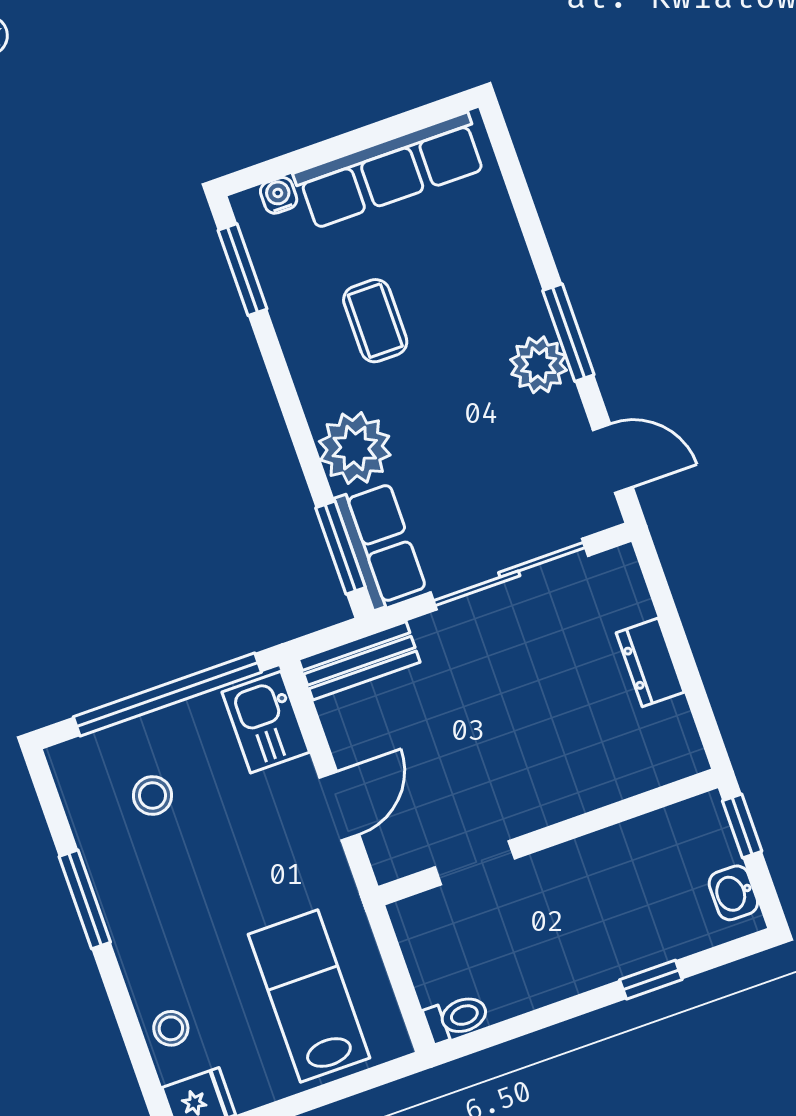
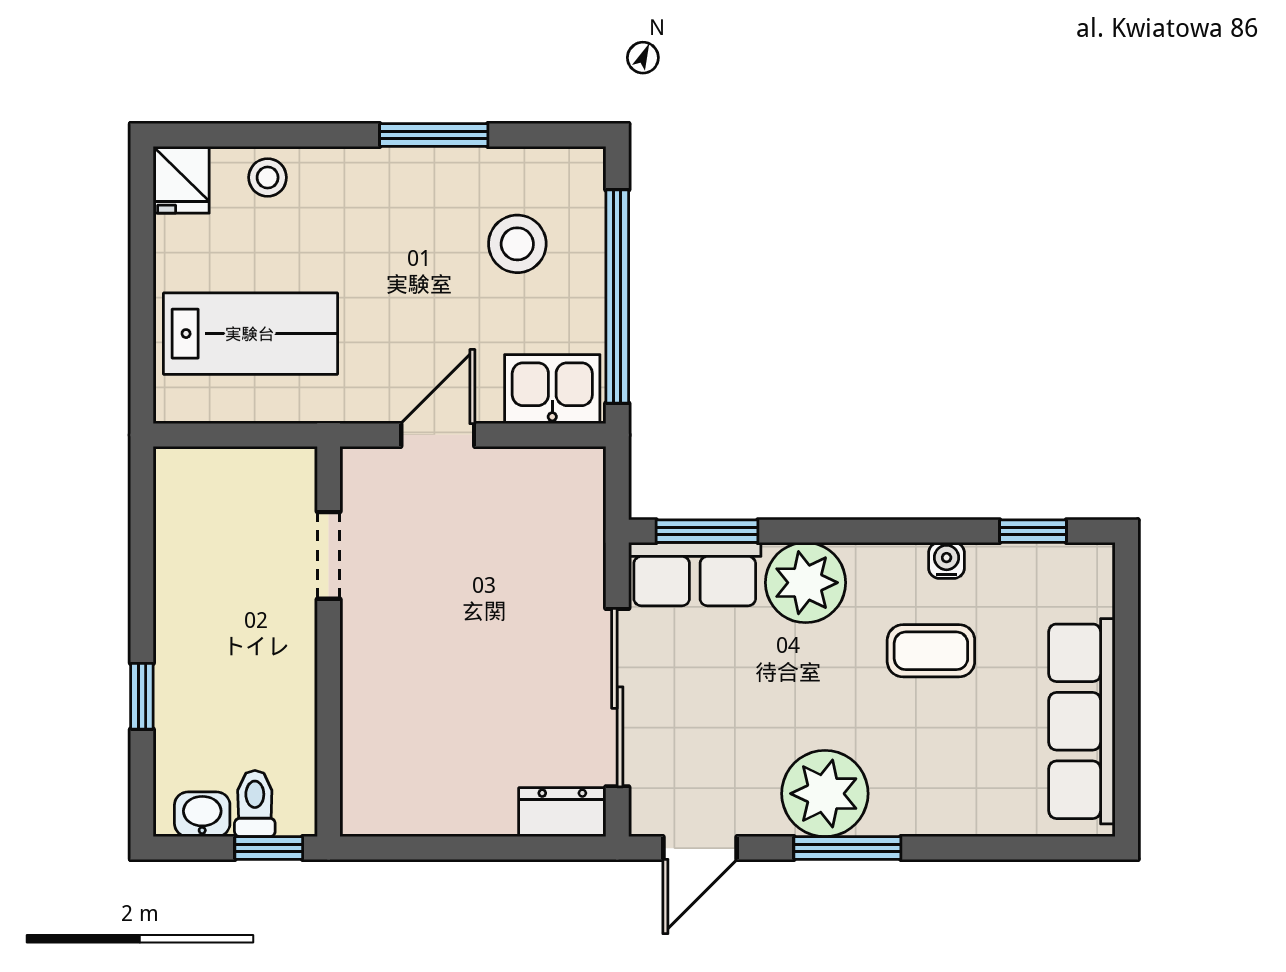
water cooler: (279, 195) -> (947, 560), moved, turned -90
window: (243, 270) -> (1033, 531), width x0.67
plant: (539, 365) -> (825, 794), width x1.36, depth x1.36
bench: (359, 661) -> (582, 509), removed
dresser: (650, 662) -> (562, 812), moved
stool: (152, 796) -> (517, 244), width x1.37, depth x1.37
door: (339, 806) -> (438, 435), swing flipped
toilet: (456, 1018) -> (255, 804), moved, turned 180

